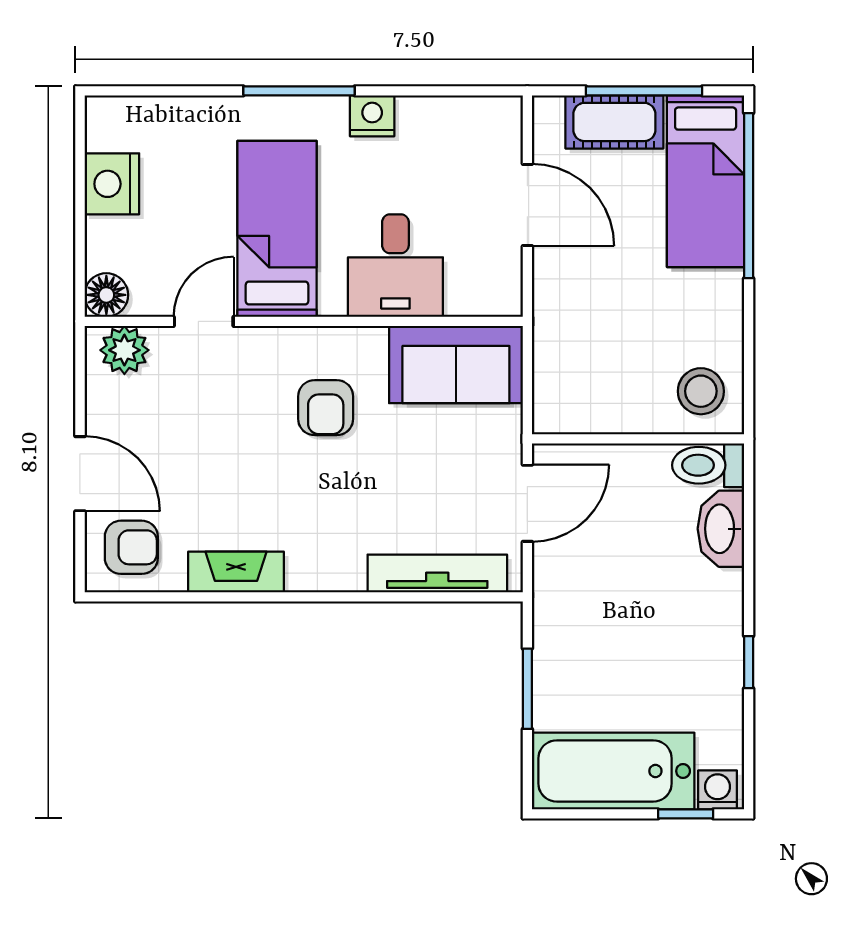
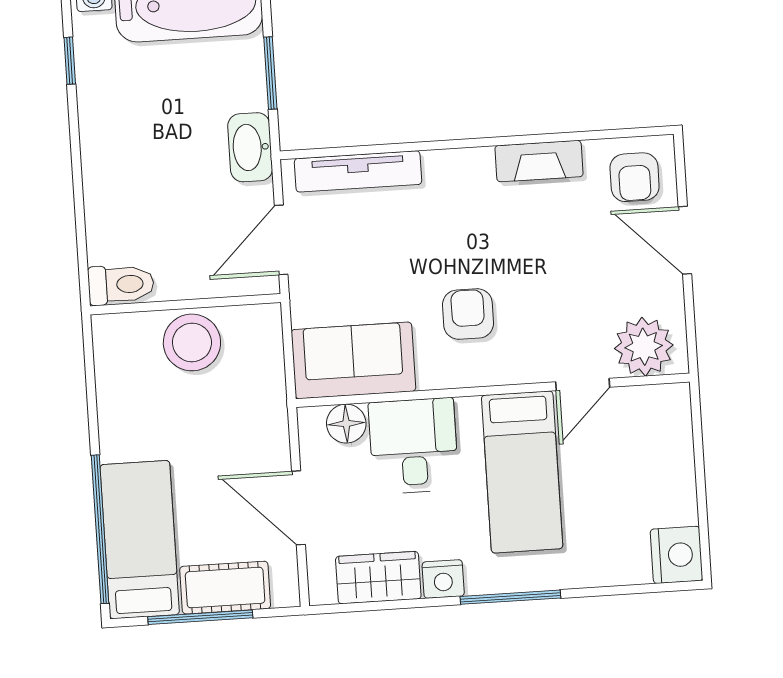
wardrobe: (444, 122) -> (378, 578), added
nightstand: (112, 184) -> (677, 555), moved
floor lamp: (106, 295) -> (346, 424), moved
plant: (124, 350) -> (644, 347), width x1.36, depth x1.36
stool: (701, 391) -> (192, 342), moved, width x1.38, depth x1.38
washbasin: (721, 529) -> (250, 147), moved, turned 180
armchair: (131, 547) -> (635, 177), turned -90
window: (749, 662) -> (70, 61), moved

